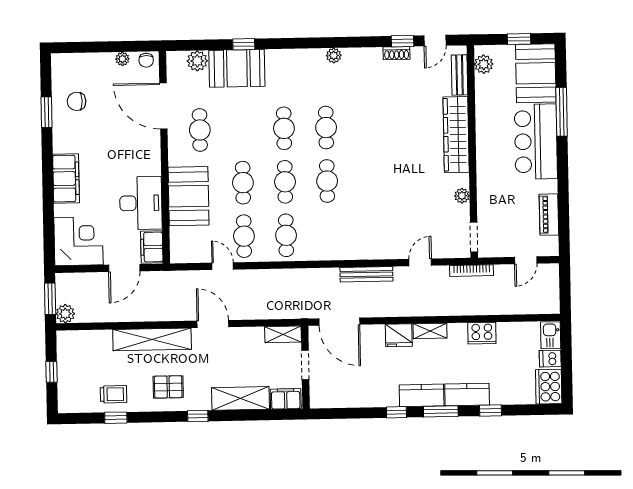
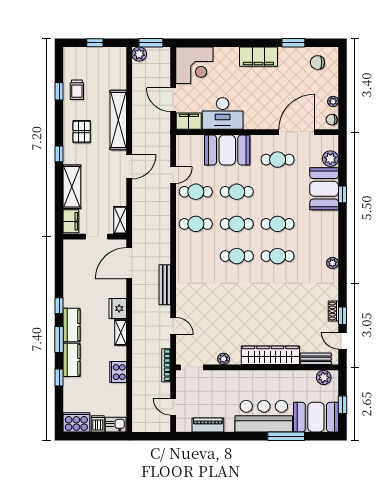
chair: (77, 101) -> (317, 63), moved, turned -90
filing cabinet: (66, 179) -> (258, 57), moved

